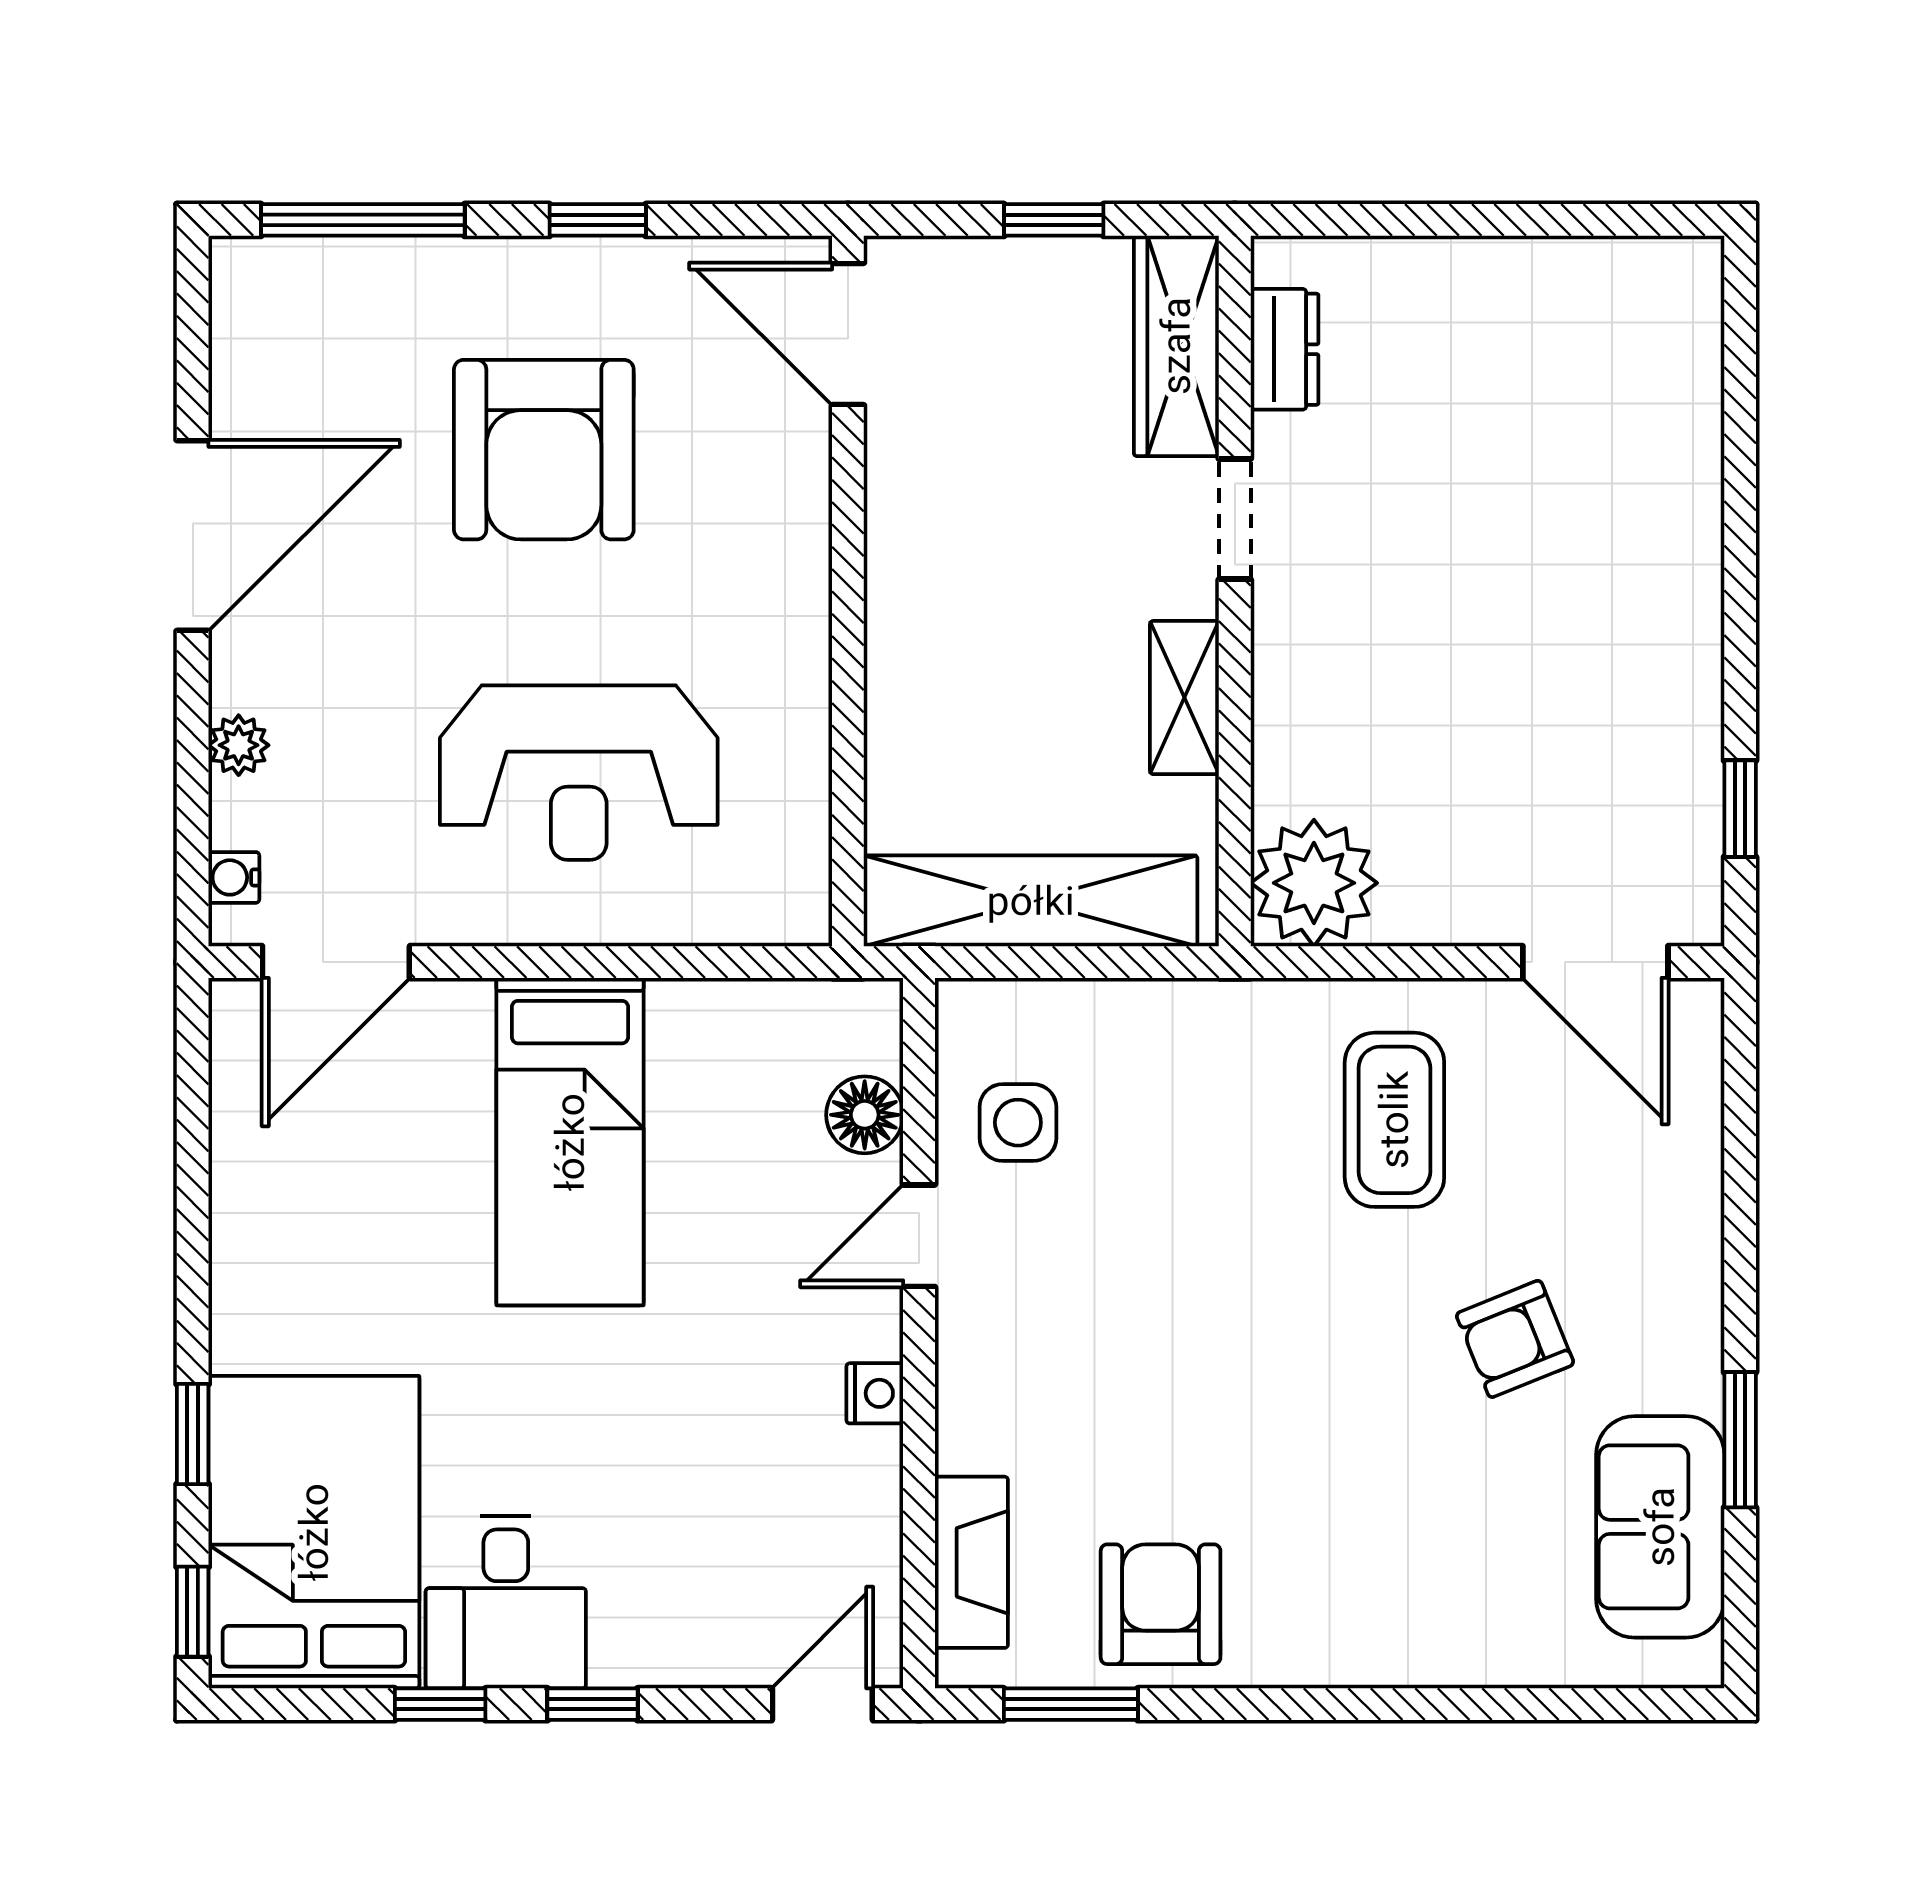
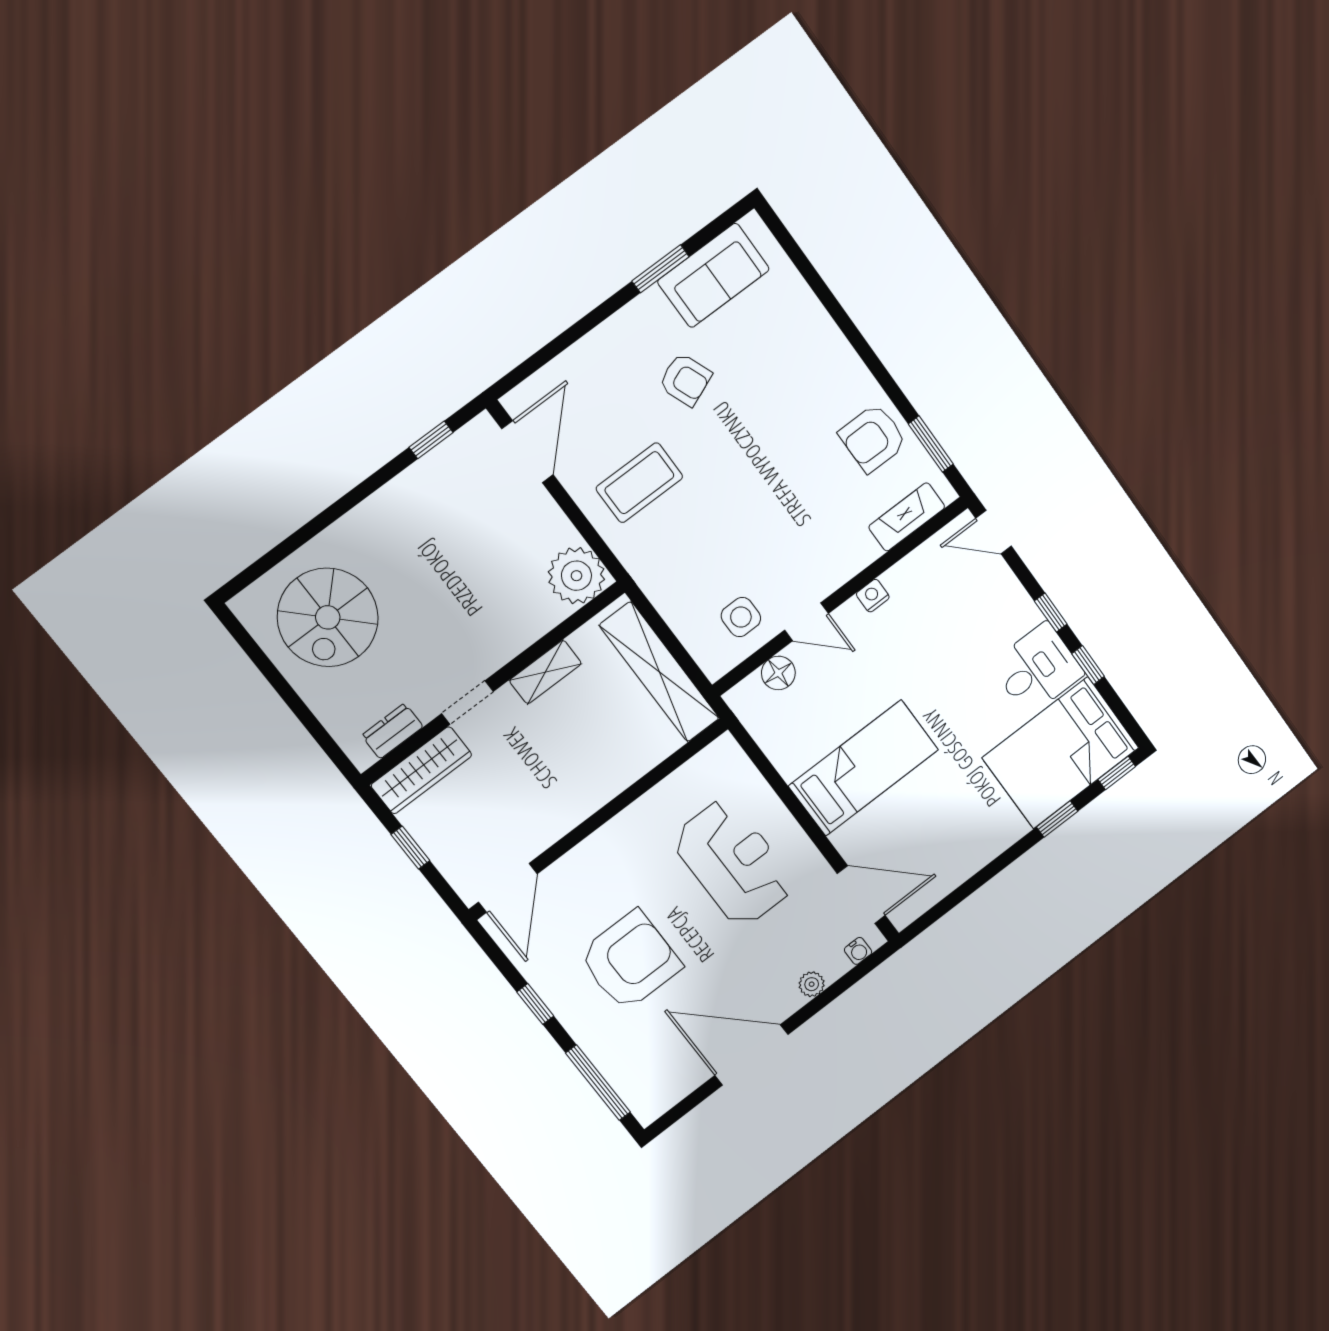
spiral stairs: (1567, 392) -> (328, 617), added

